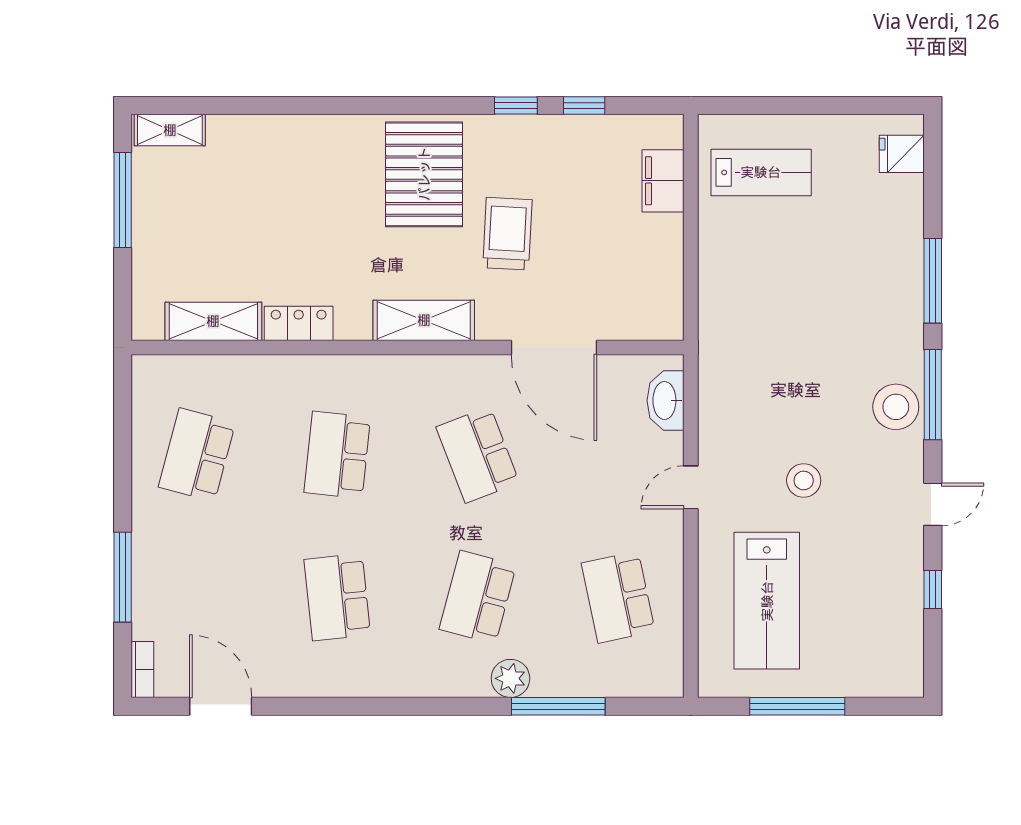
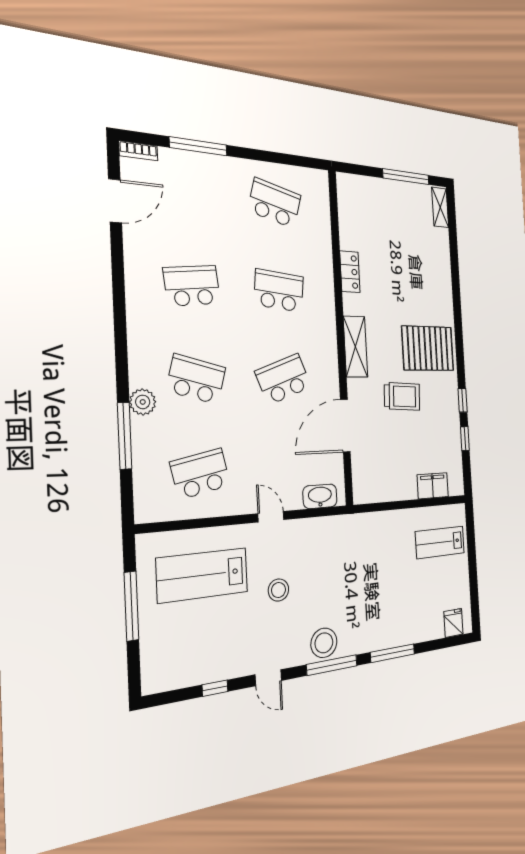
lab bench: (761, 172) -> (440, 542), turned 90
shelving: (213, 321) -> (348, 221), removed

